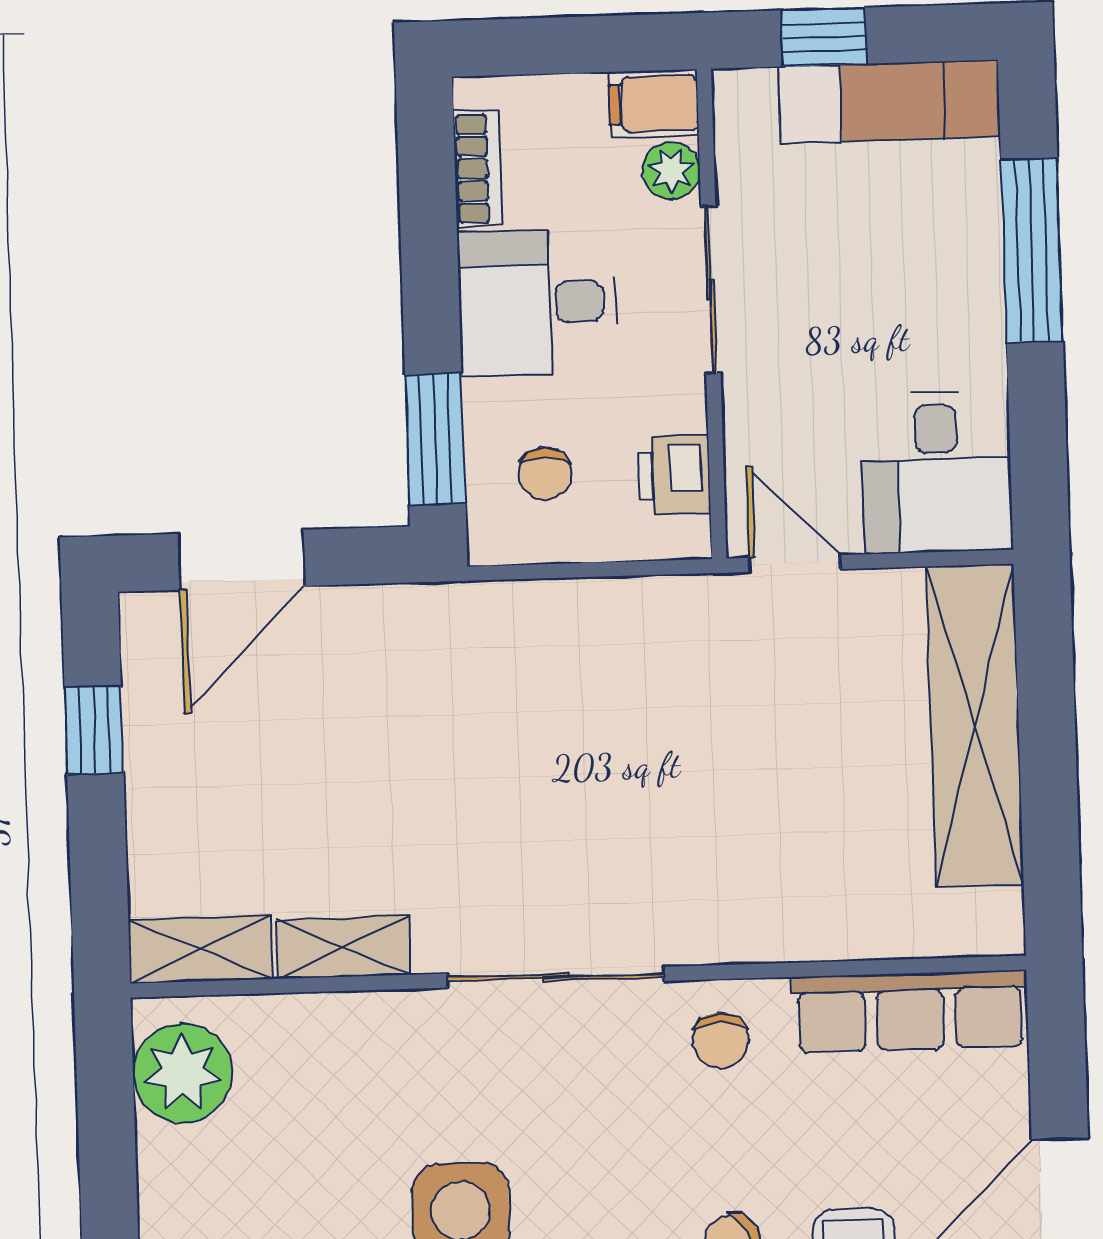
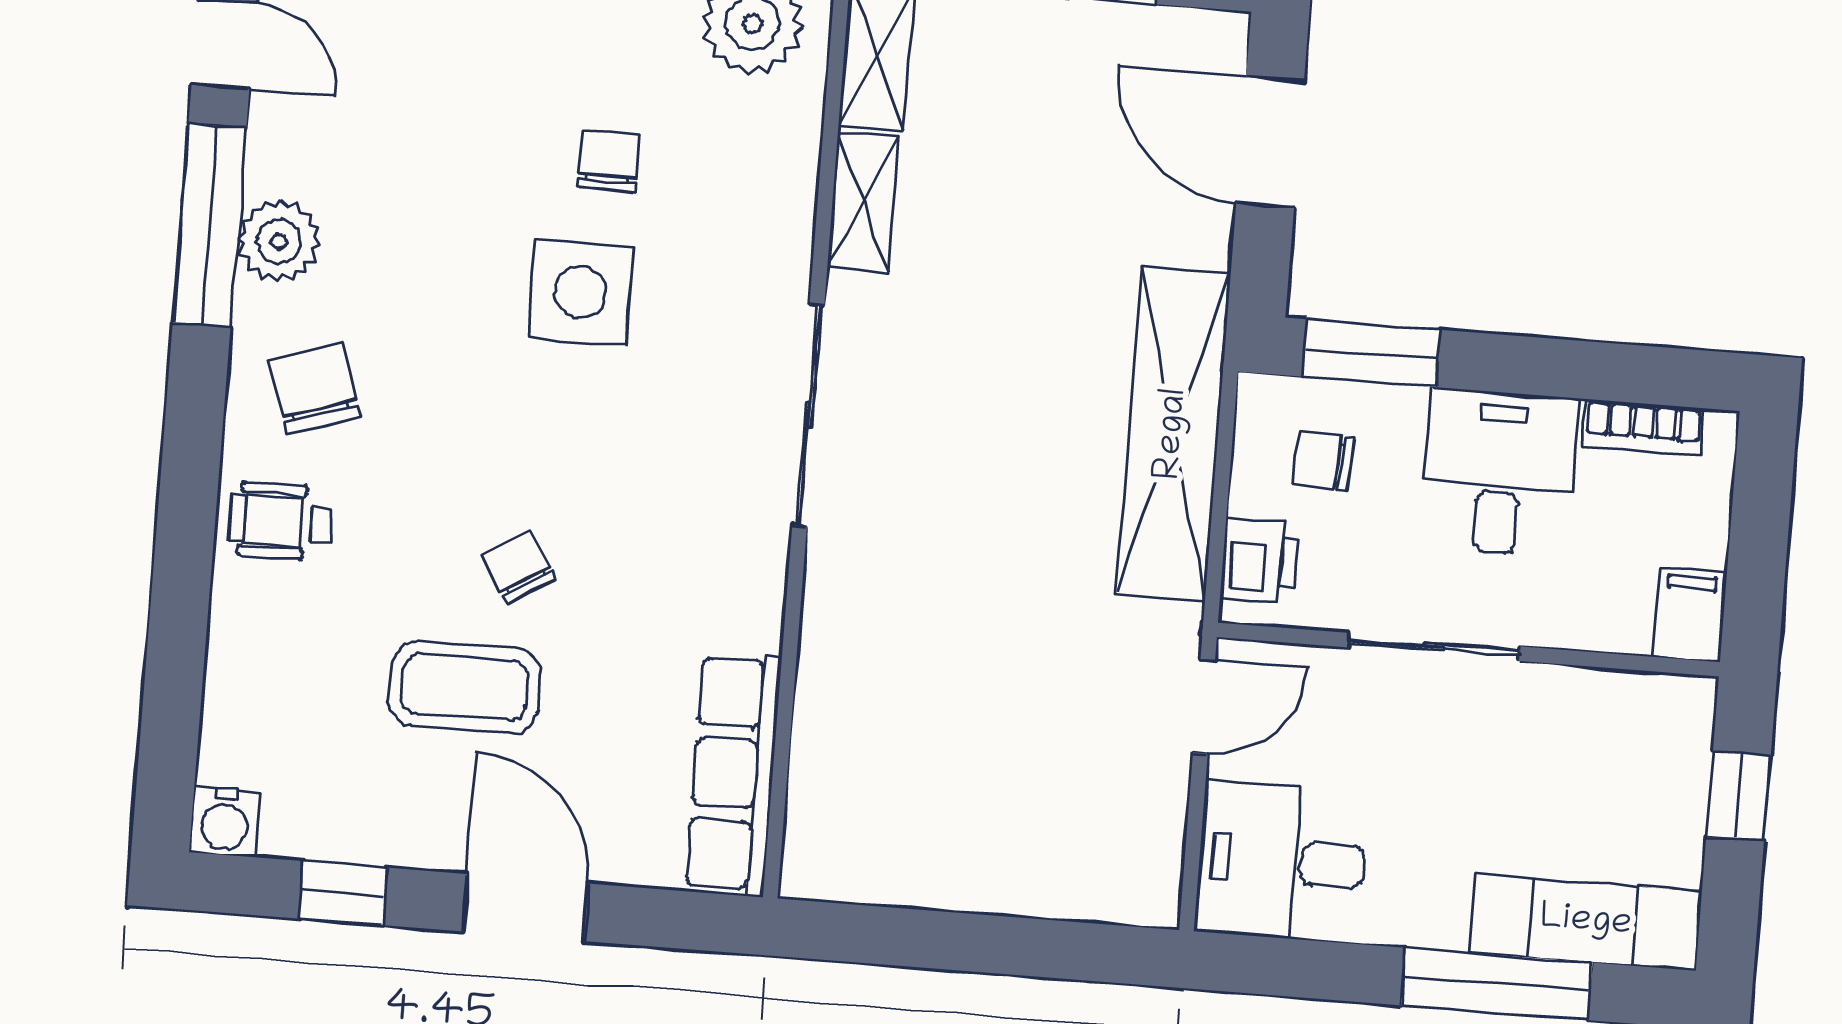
exam couch: (889, 102) -> (1586, 922), moved, turned 90
plant: (671, 171) -> (1619, 625), removed
sliding door: (711, 290) -> (1434, 647), moved
printer: (674, 475) -> (1260, 561), moved, turned 90
shelving: (975, 725) -> (1173, 434), moved, turned 90
chair: (721, 1040) -> (608, 161), moved, turned 90

